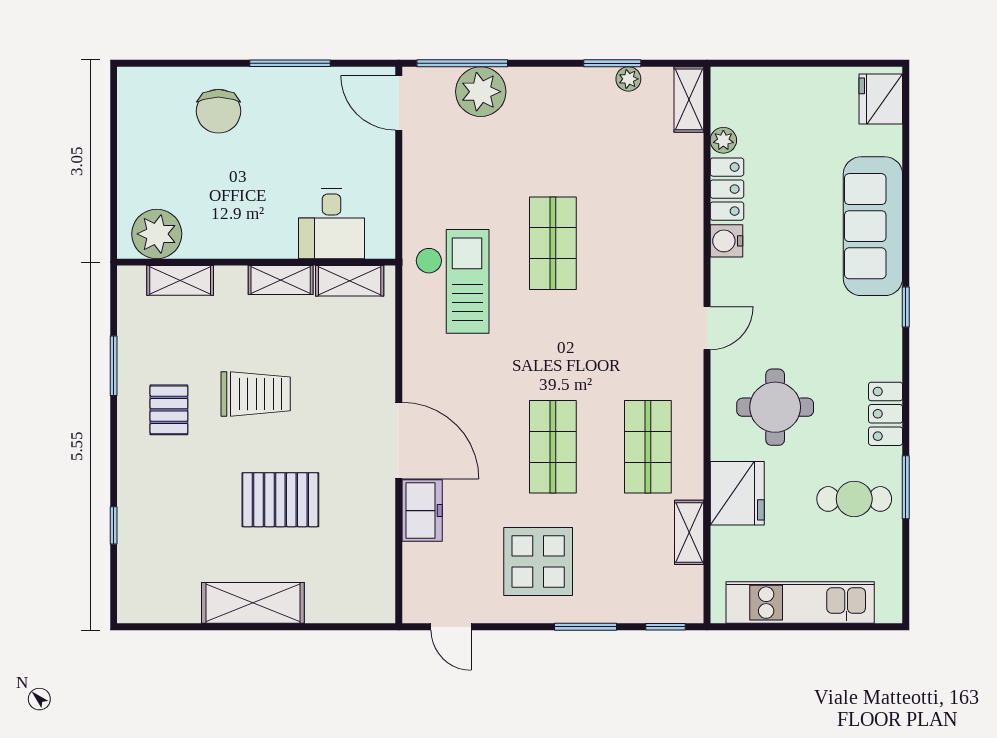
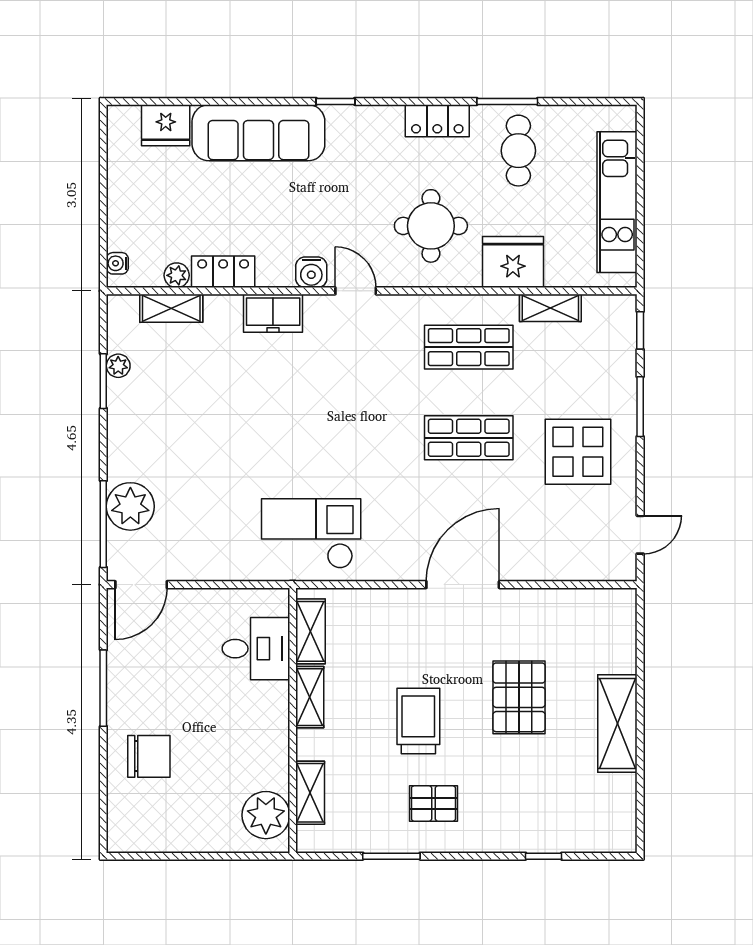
water cooler: (736, 78) -> (117, 263), added
shelving: (689, 99) -> (171, 308), moved
fridge: (881, 99) -> (166, 125), moved
water cooler: (726, 241) -> (311, 272), moved
shop shelf: (553, 243) -> (275, 438), removed
freezer: (422, 511) -> (273, 313), moved, turned 180

